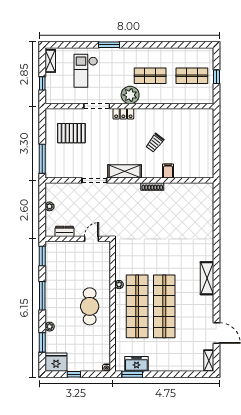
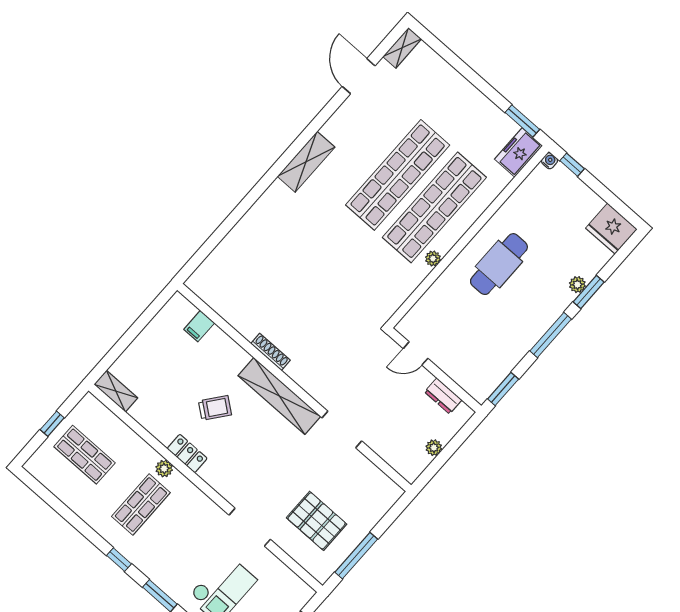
window: (139, 45) -> (119, 560), added
shop shelf: (150, 76) -> (141, 504), turned 90
plant: (130, 95) -> (164, 469), moved, width x0.53, depth x0.53
locker: (123, 114) -> (187, 453), moved
shelving: (202, 114) -> (116, 391), added
window: (42, 159) -> (356, 556), moved
shelving: (125, 171) -> (279, 396), width x1.47
filing cabinet: (168, 171) -> (199, 326), moved
window: (42, 342) -> (589, 292), moved
freezer: (136, 364) -> (519, 152), moved, turned 90
window: (74, 374) -> (572, 165), moved

